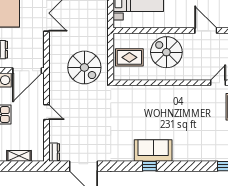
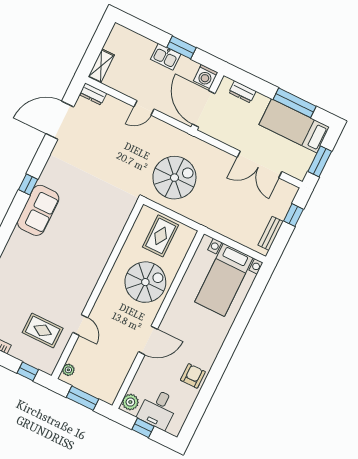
spiral stairs: (84, 67) -> (174, 178), turned 180
shelving: (19, 156) -> (101, 66), moved
window: (149, 166) -> (28, 185), moved

